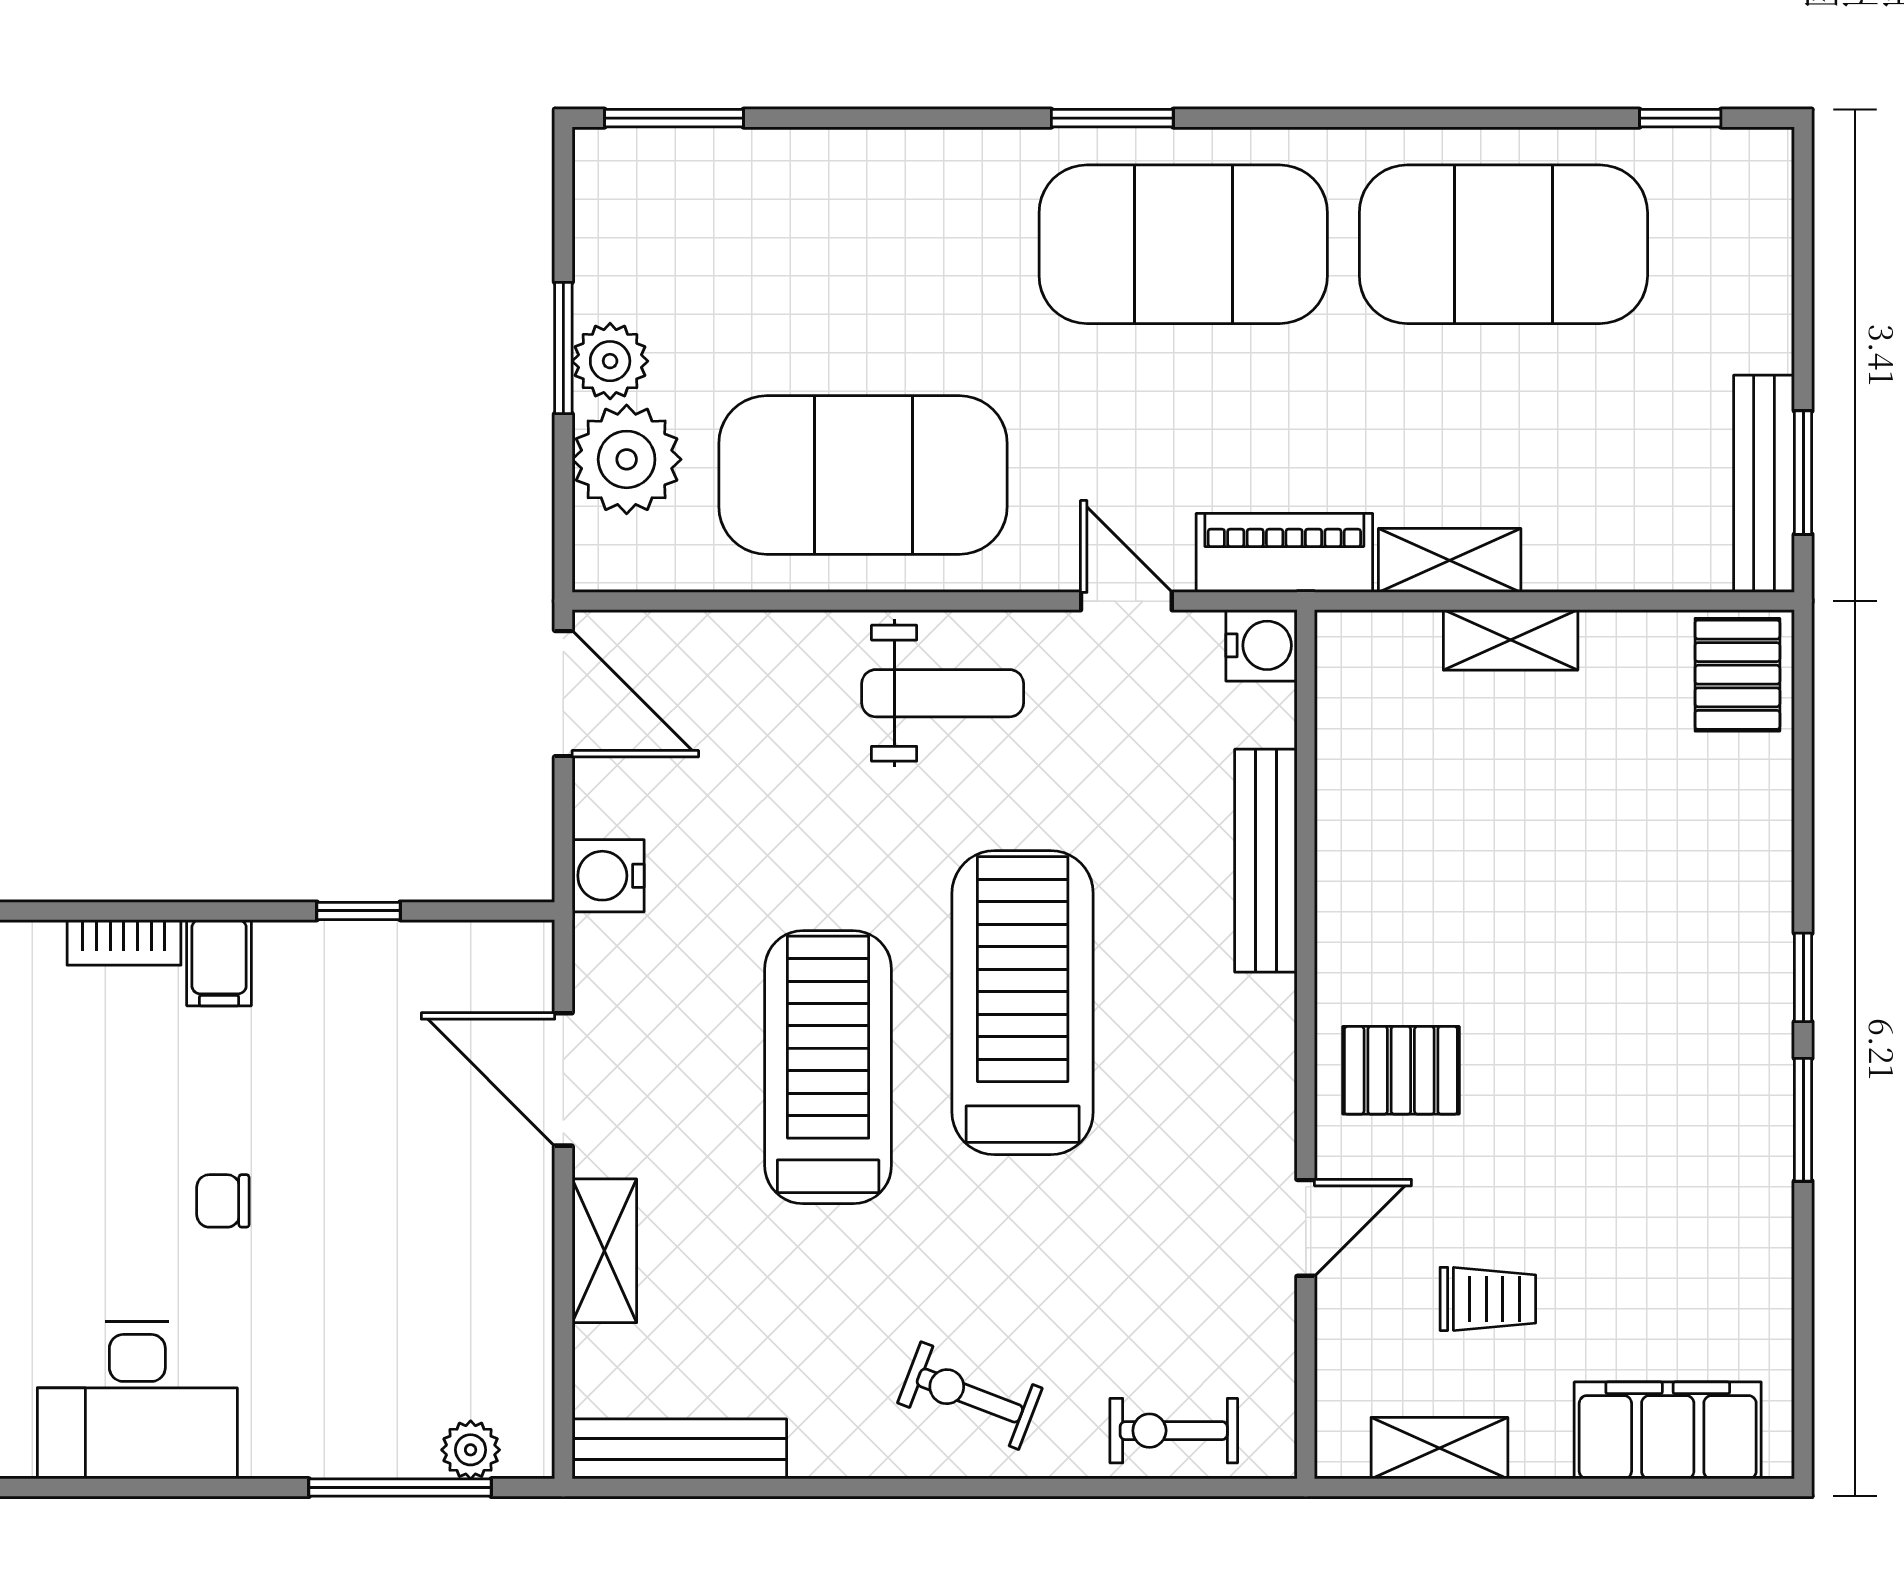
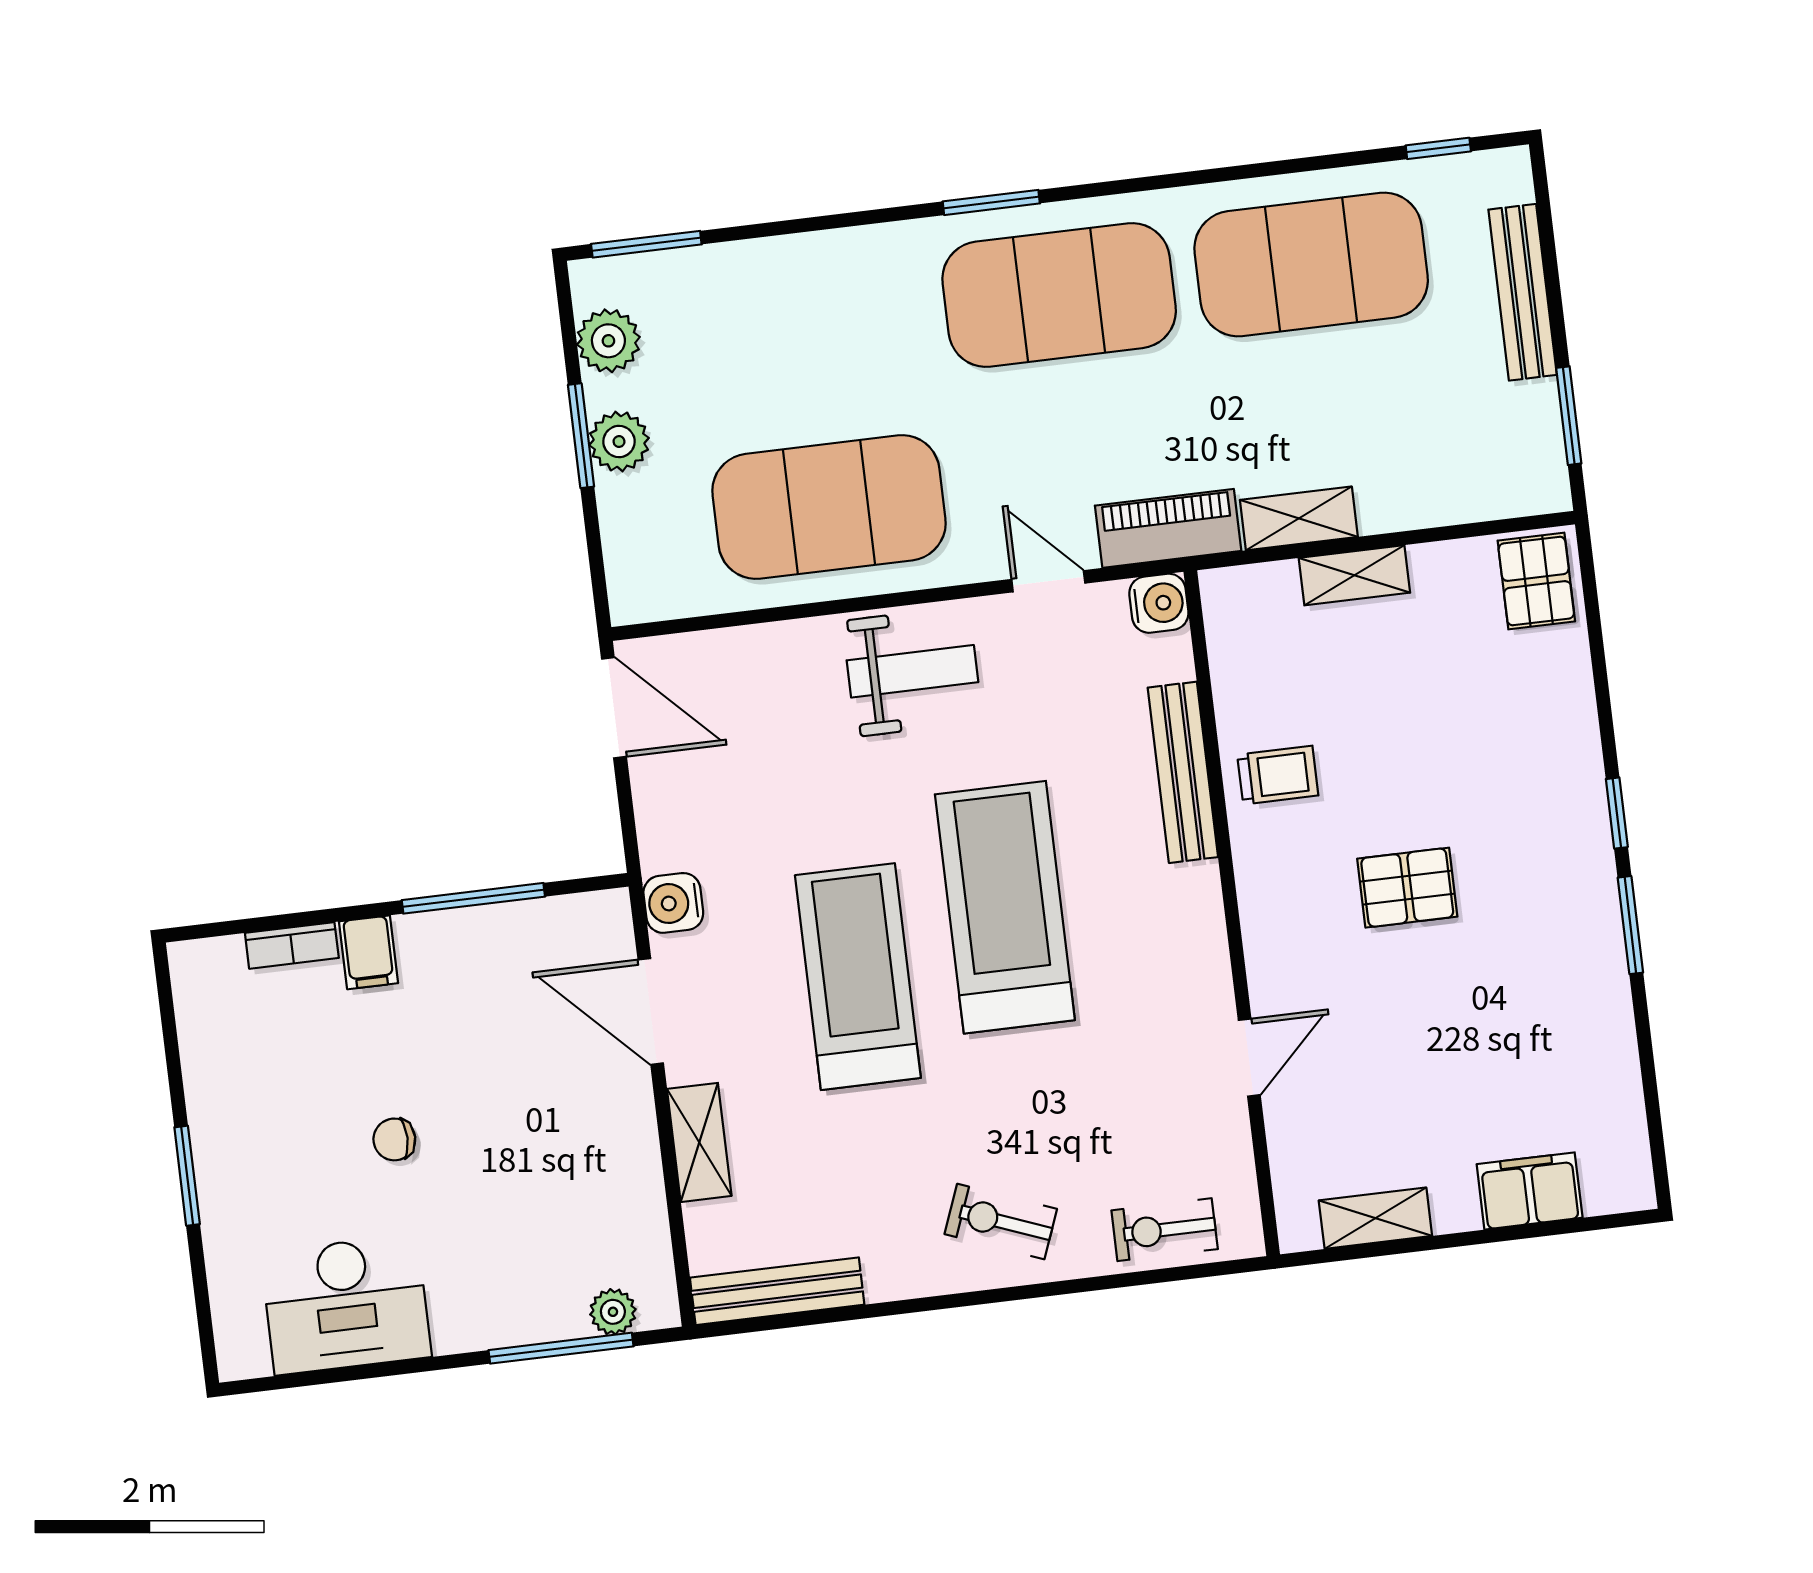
plant: (627, 459) -> (608, 341), moved, width x0.73, depth x0.73
bench: (1764, 484) -> (1523, 292), moved
water cooler: (608, 876) -> (673, 903), moved
window: (358, 911) -> (473, 898), width x2.17
pallet: (1401, 1070) -> (1407, 888), moved
trolley: (1488, 1299) -> (1278, 775), moved
filing cabinet: (1668, 1430) -> (1530, 1191), width x0.67, depth x0.86

